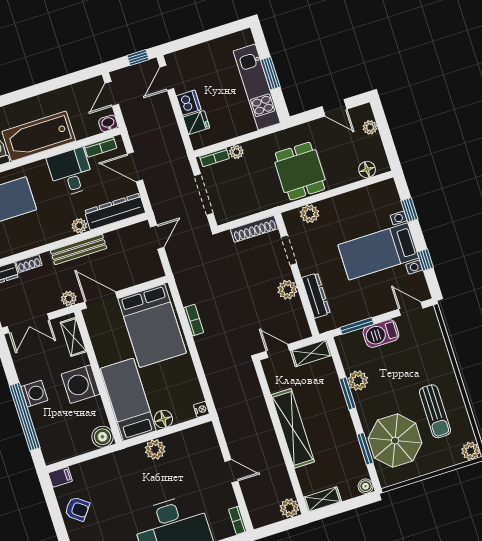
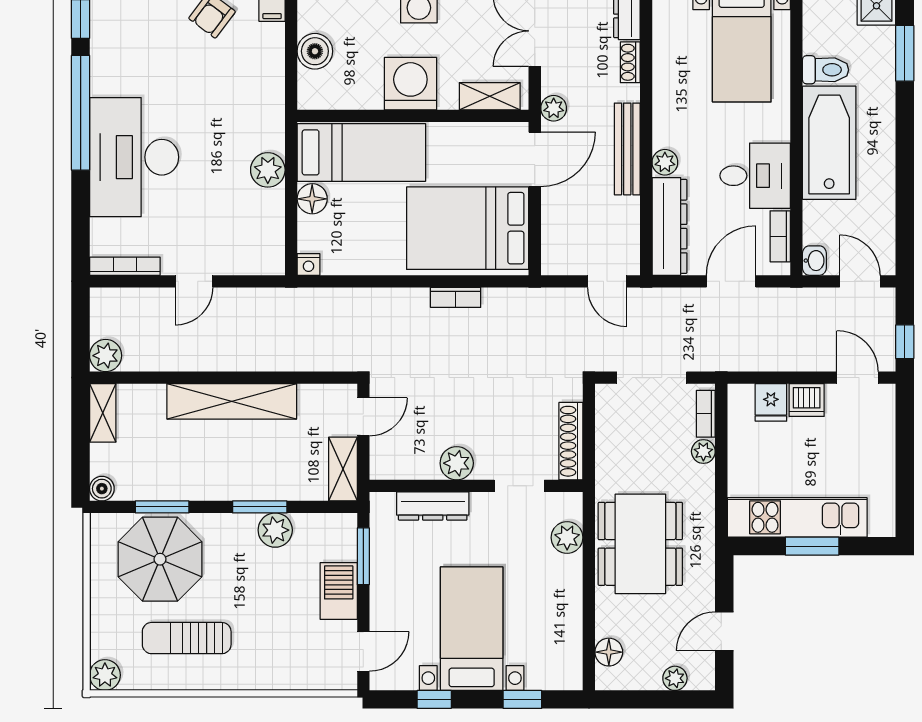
dining table: (300, 171) -> (640, 544), width x1.38
boiler: (102, 437) -> (315, 51), moved
bookcase: (238, 520) -> (125, 266), width x1.56

